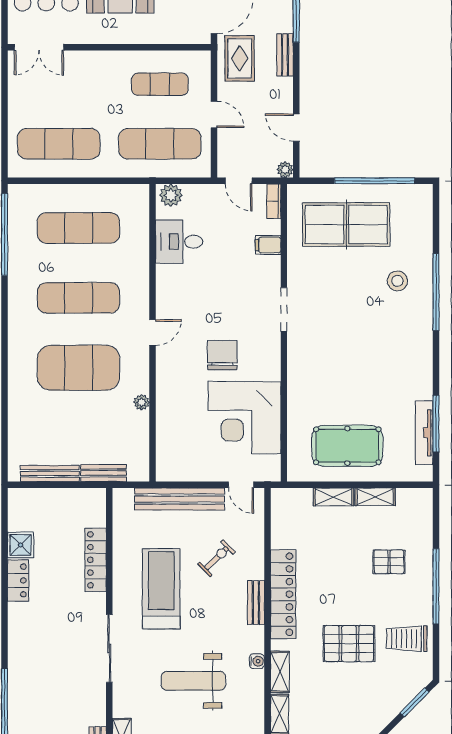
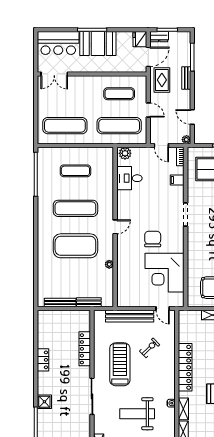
exercise mat: (78, 228) -> (75, 171), width x0.73, depth x0.69
shower: (21, 545) -> (44, 402), moved
bench: (256, 602) -> (171, 372), removed

